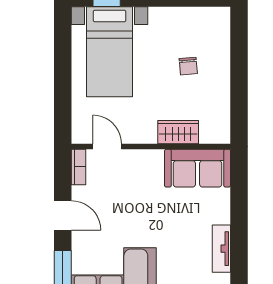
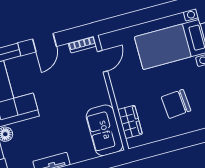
chair: (188, 66) -> (176, 104), width x1.87, depth x1.87
wardrobe: (178, 132) -> (130, 122), moved

